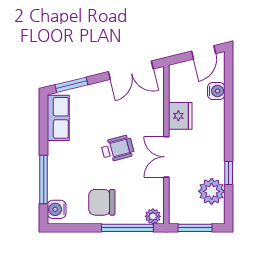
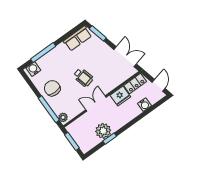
door: (204, 52) -> (159, 85), swing flipped
double door: (131, 70) -> (125, 57), swing flipped
locker: (178, 83) -> (135, 83), added
plant: (212, 191) -> (103, 131), moved

